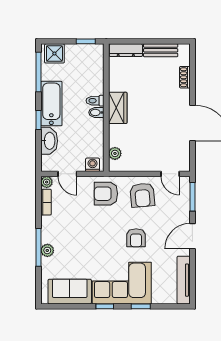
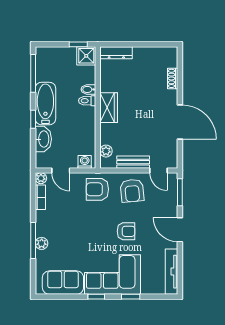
bench: (161, 50) -> (133, 162), moved
shower: (54, 53) -> (86, 56), moved
bidet: (96, 112) -> (88, 89), moved
door: (192, 236) -> (180, 230), hinge flipped
armchair: (136, 238) -> (126, 231), turned -90

